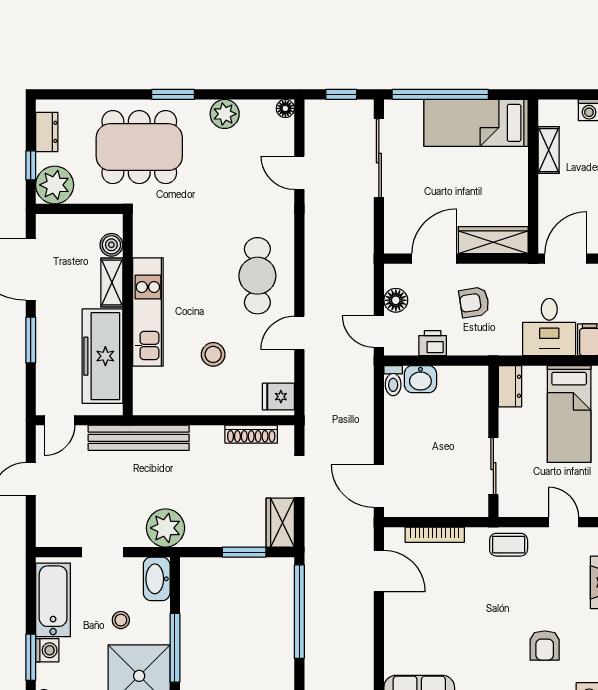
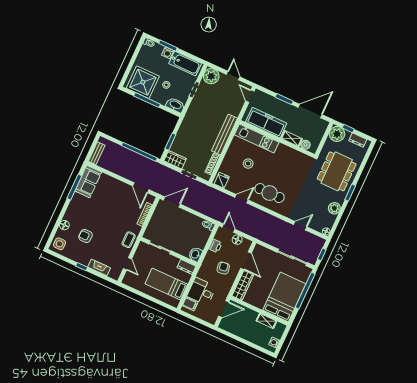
bed: (476, 123) -> (284, 297), width x1.50
door: (566, 259) -> (224, 309), hinge flipped
kitchen unit: (148, 312) -> (257, 138), moved
door: (379, 332) -> (229, 228), hinge flipped
door: (299, 333) -> (241, 199), hinge flipped
washbasin: (420, 379) -> (195, 254), moved
bench: (139, 438) -> (224, 135), moved
door: (564, 522) -> (128, 264), hinge flipped
plant: (166, 528) -> (211, 76), moved
door: (379, 571) -> (141, 188), hinge flipped

